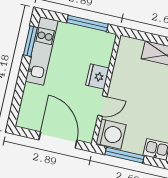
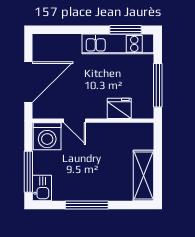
fridge: (97, 77) -> (119, 108), moved
window: (124, 155) -> (28, 172), moved

